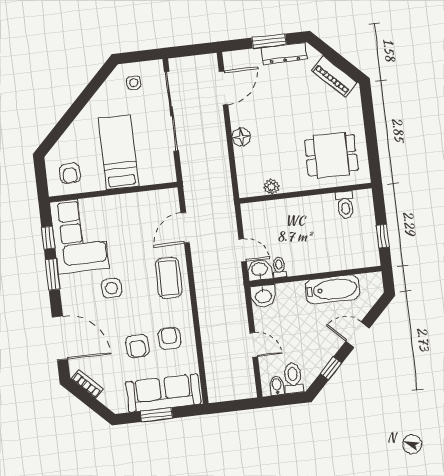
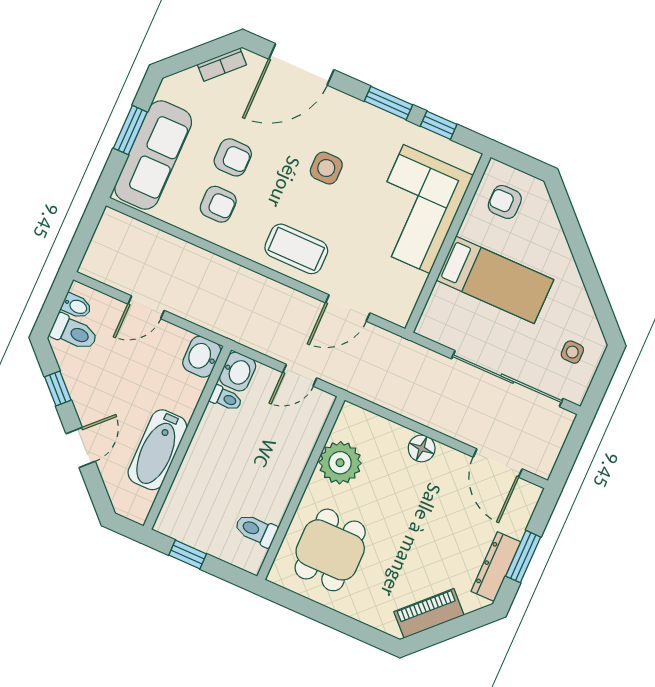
plant: (271, 187) -> (340, 463), width x1.88, depth x1.88
door: (185, 228) -> (348, 308), swing flipped
corner sofa: (79, 235) -> (417, 209), moved, turned 90
door: (243, 250) -> (300, 375), moved
armchair: (137, 346) -> (233, 157), turned 180

